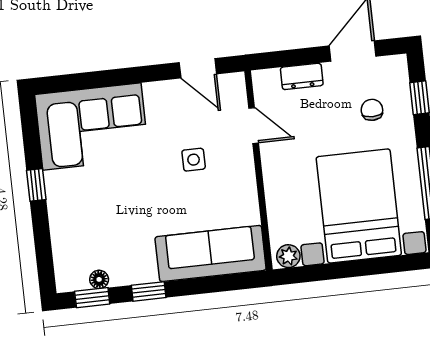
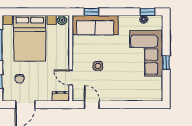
dresser: (302, 76) -> (61, 96), moved
corner sofa: (92, 127) -> (146, 53), moved, turned -90
window: (149, 291) -> (91, 12), moved

